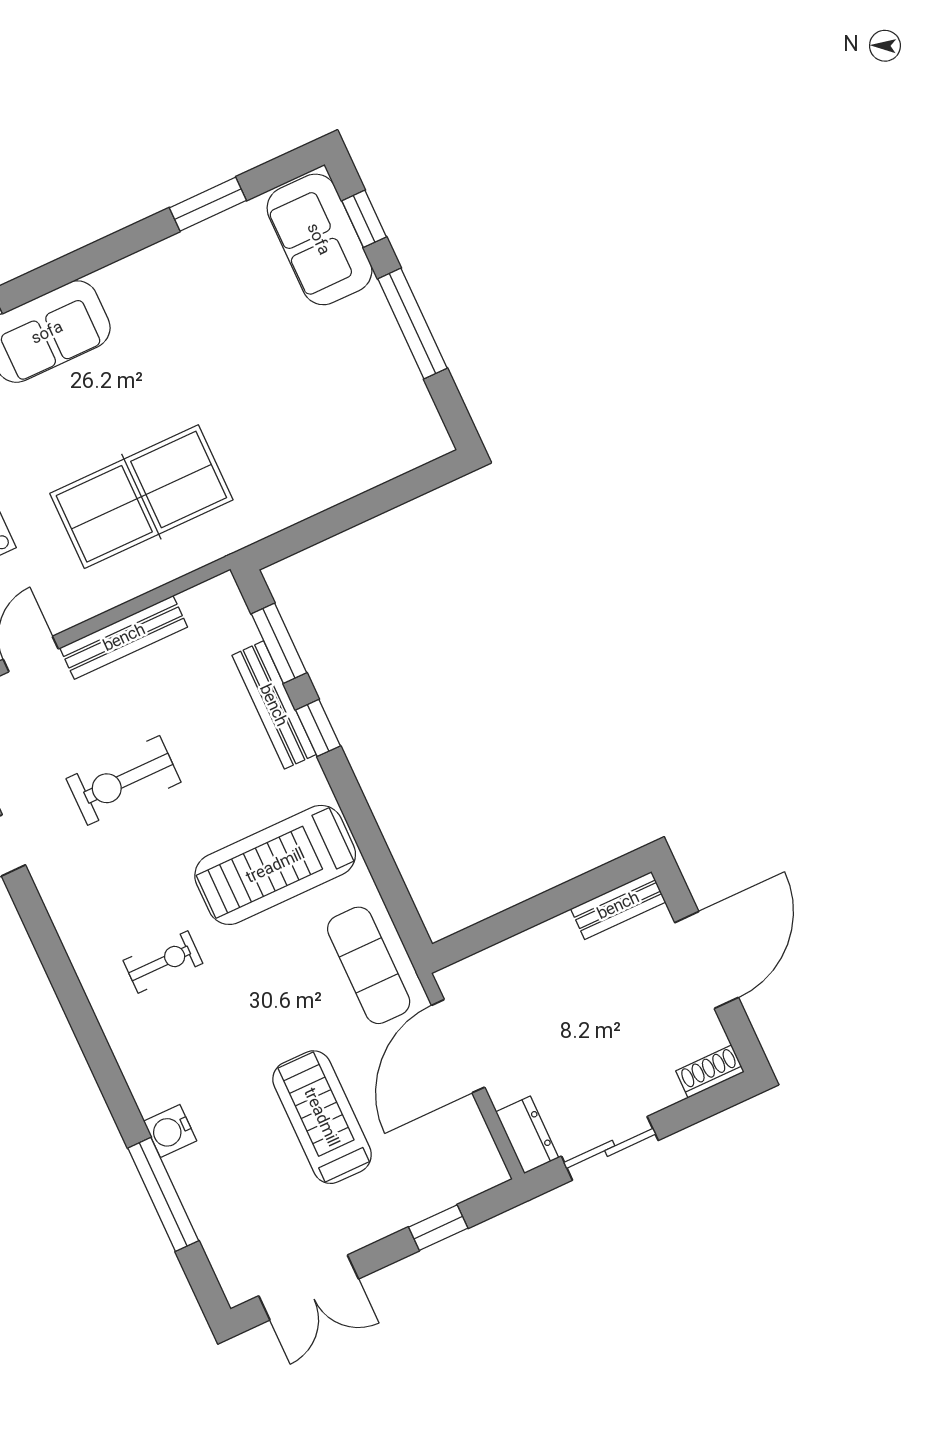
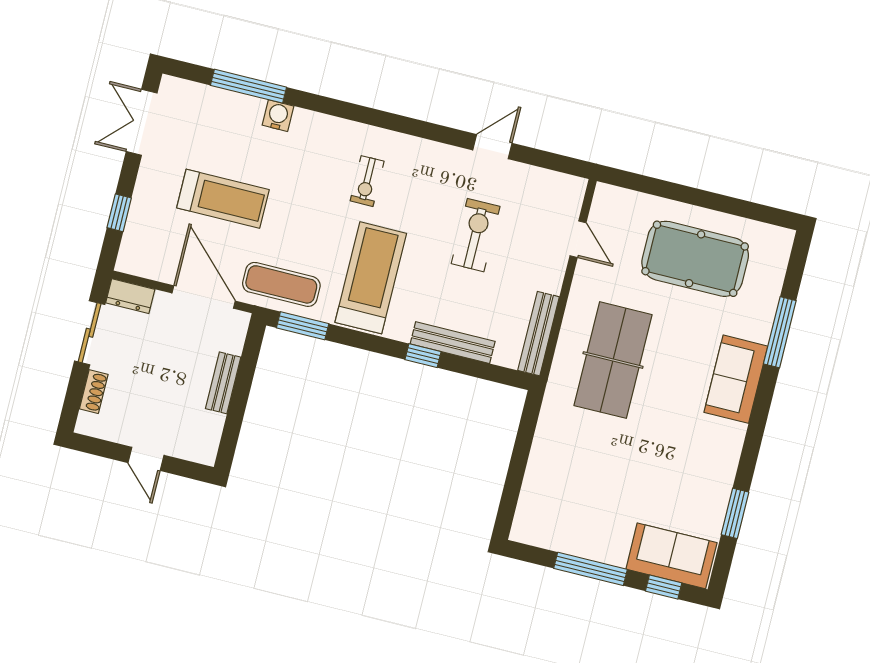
bench: (124, 637) -> (539, 334), moved
window: (279, 643) -> (303, 326), moved
bench: (618, 905) -> (223, 383), moved
door: (707, 960) -> (146, 459), width x0.53
shoe rack: (710, 1071) -> (94, 392), moved

